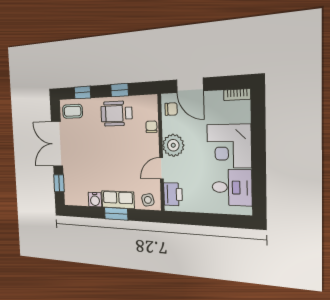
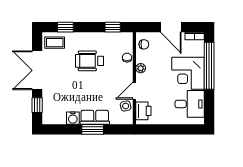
door: (190, 85) -> (171, 27), moved
window: (120, 90) -> (113, 27), moved
wheelchair: (116, 114) -> (90, 61), moved
window: (258, 135) -> (209, 66), added
plant: (173, 145) -> (141, 68), width x0.53, depth x0.53
side table: (148, 200) -> (126, 106), moved

